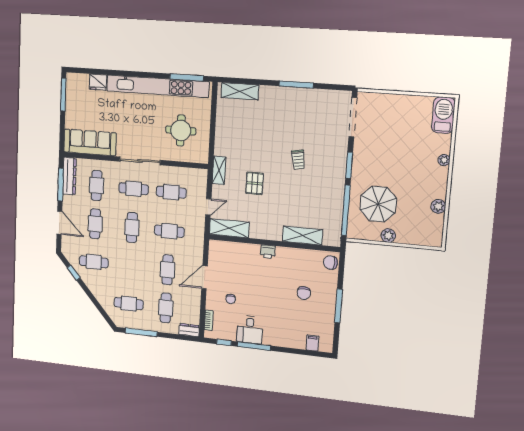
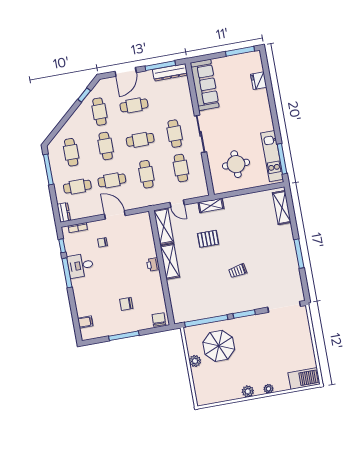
kitchen unit: (158, 86) -> (272, 156), width x0.54
cafe table: (97, 185) -> (106, 146), moved, turned 90
plant: (438, 206) -> (248, 391), moved
shelving: (302, 236) -> (170, 261), moved

